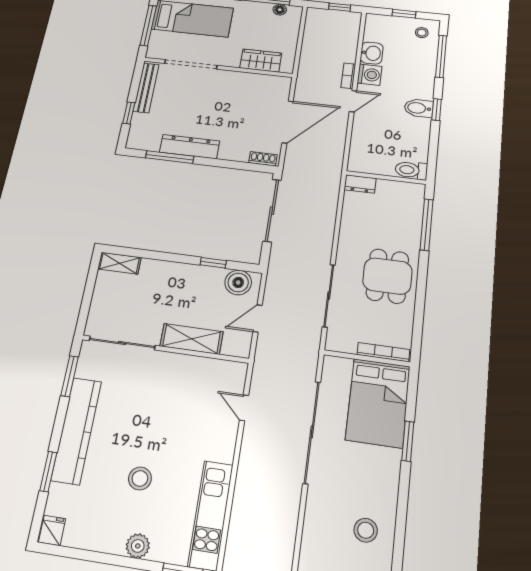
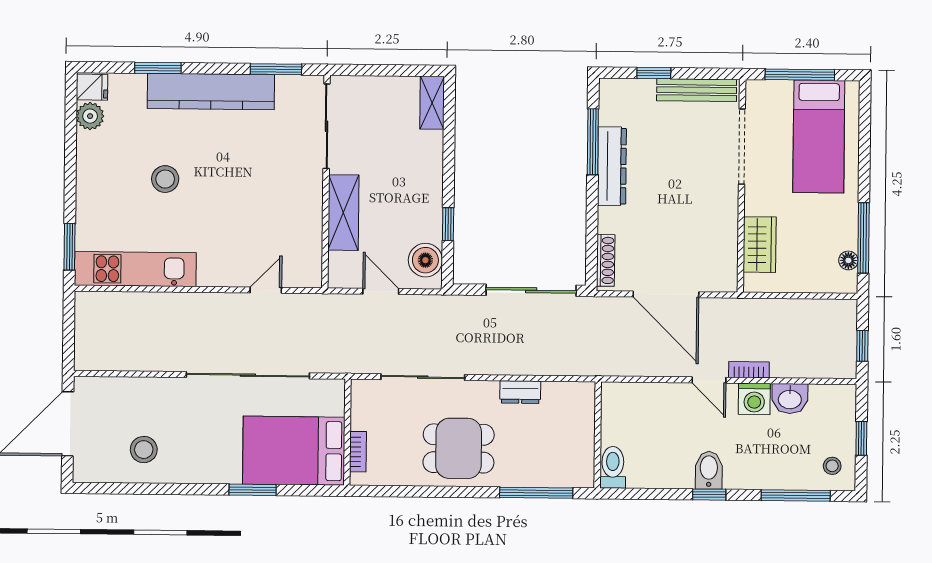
shoe rack: (263, 159) -> (606, 260), width x1.43
dresser: (360, 184) -> (520, 392), moved, turned -90
bookcase: (383, 352) -> (358, 452), width x0.64
plant: (138, 546) -> (90, 116), moved

